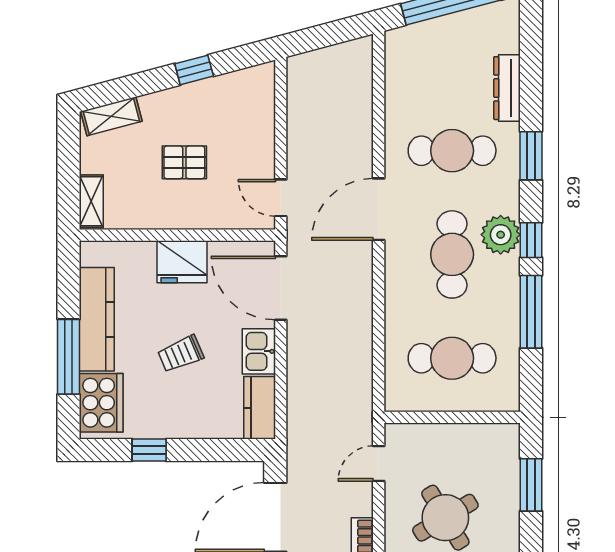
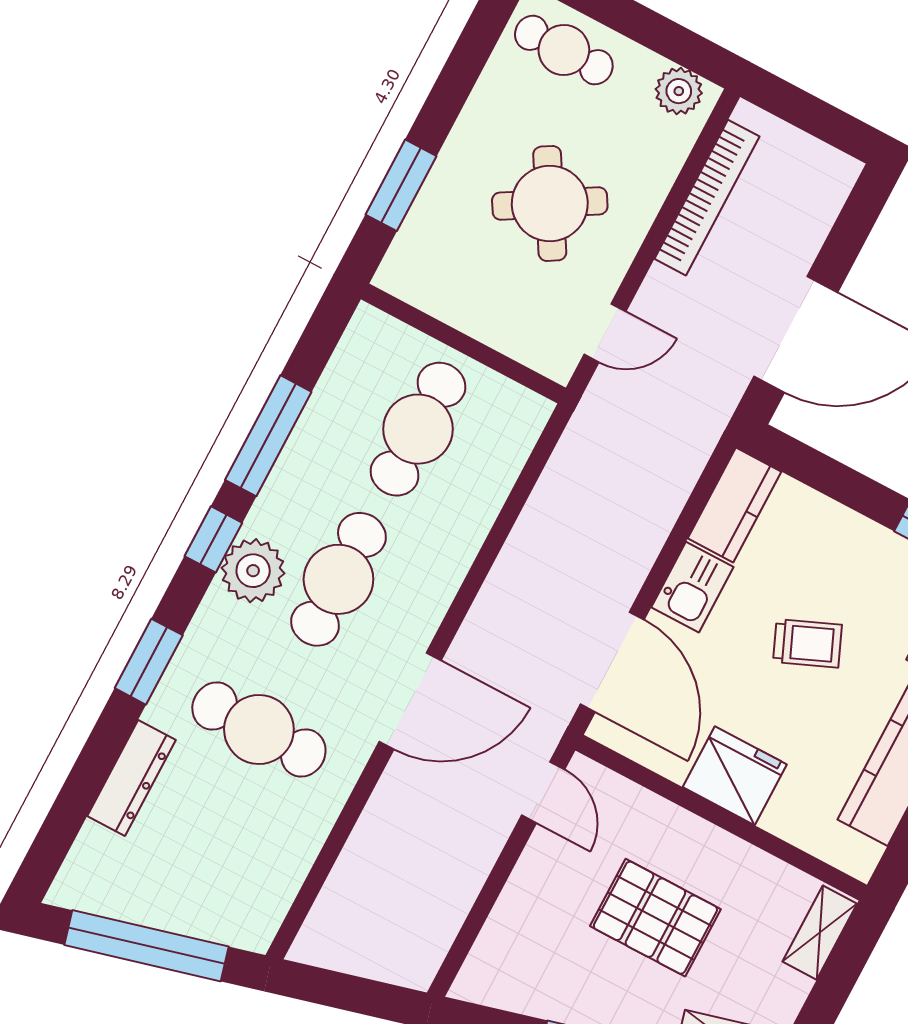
pallet: (184, 162) -> (655, 918), width x1.50, depth x1.42
cafe table: (452, 358) -> (418, 429), turned 90

